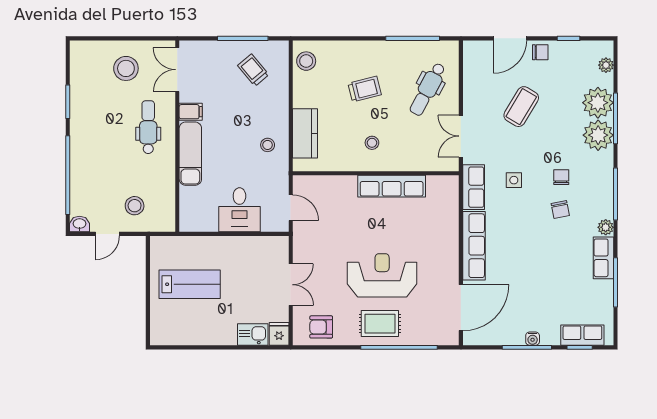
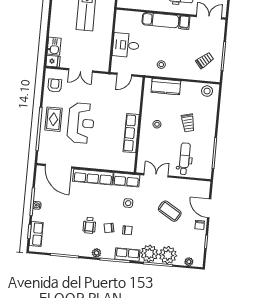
dental chair: (428, 89) -> (185, 159), turned 62
wheelchair: (559, 244) -> (89, 225), added
row of seats: (603, 258) -> (127, 255), moved

